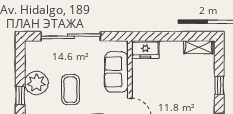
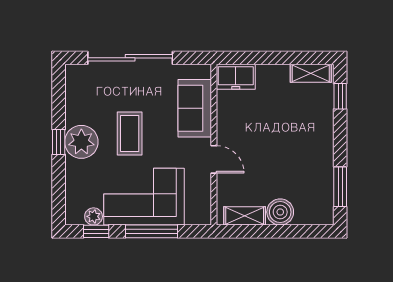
plant: (36, 83) -> (81, 142), moved
window: (219, 85) -> (340, 96), moved

